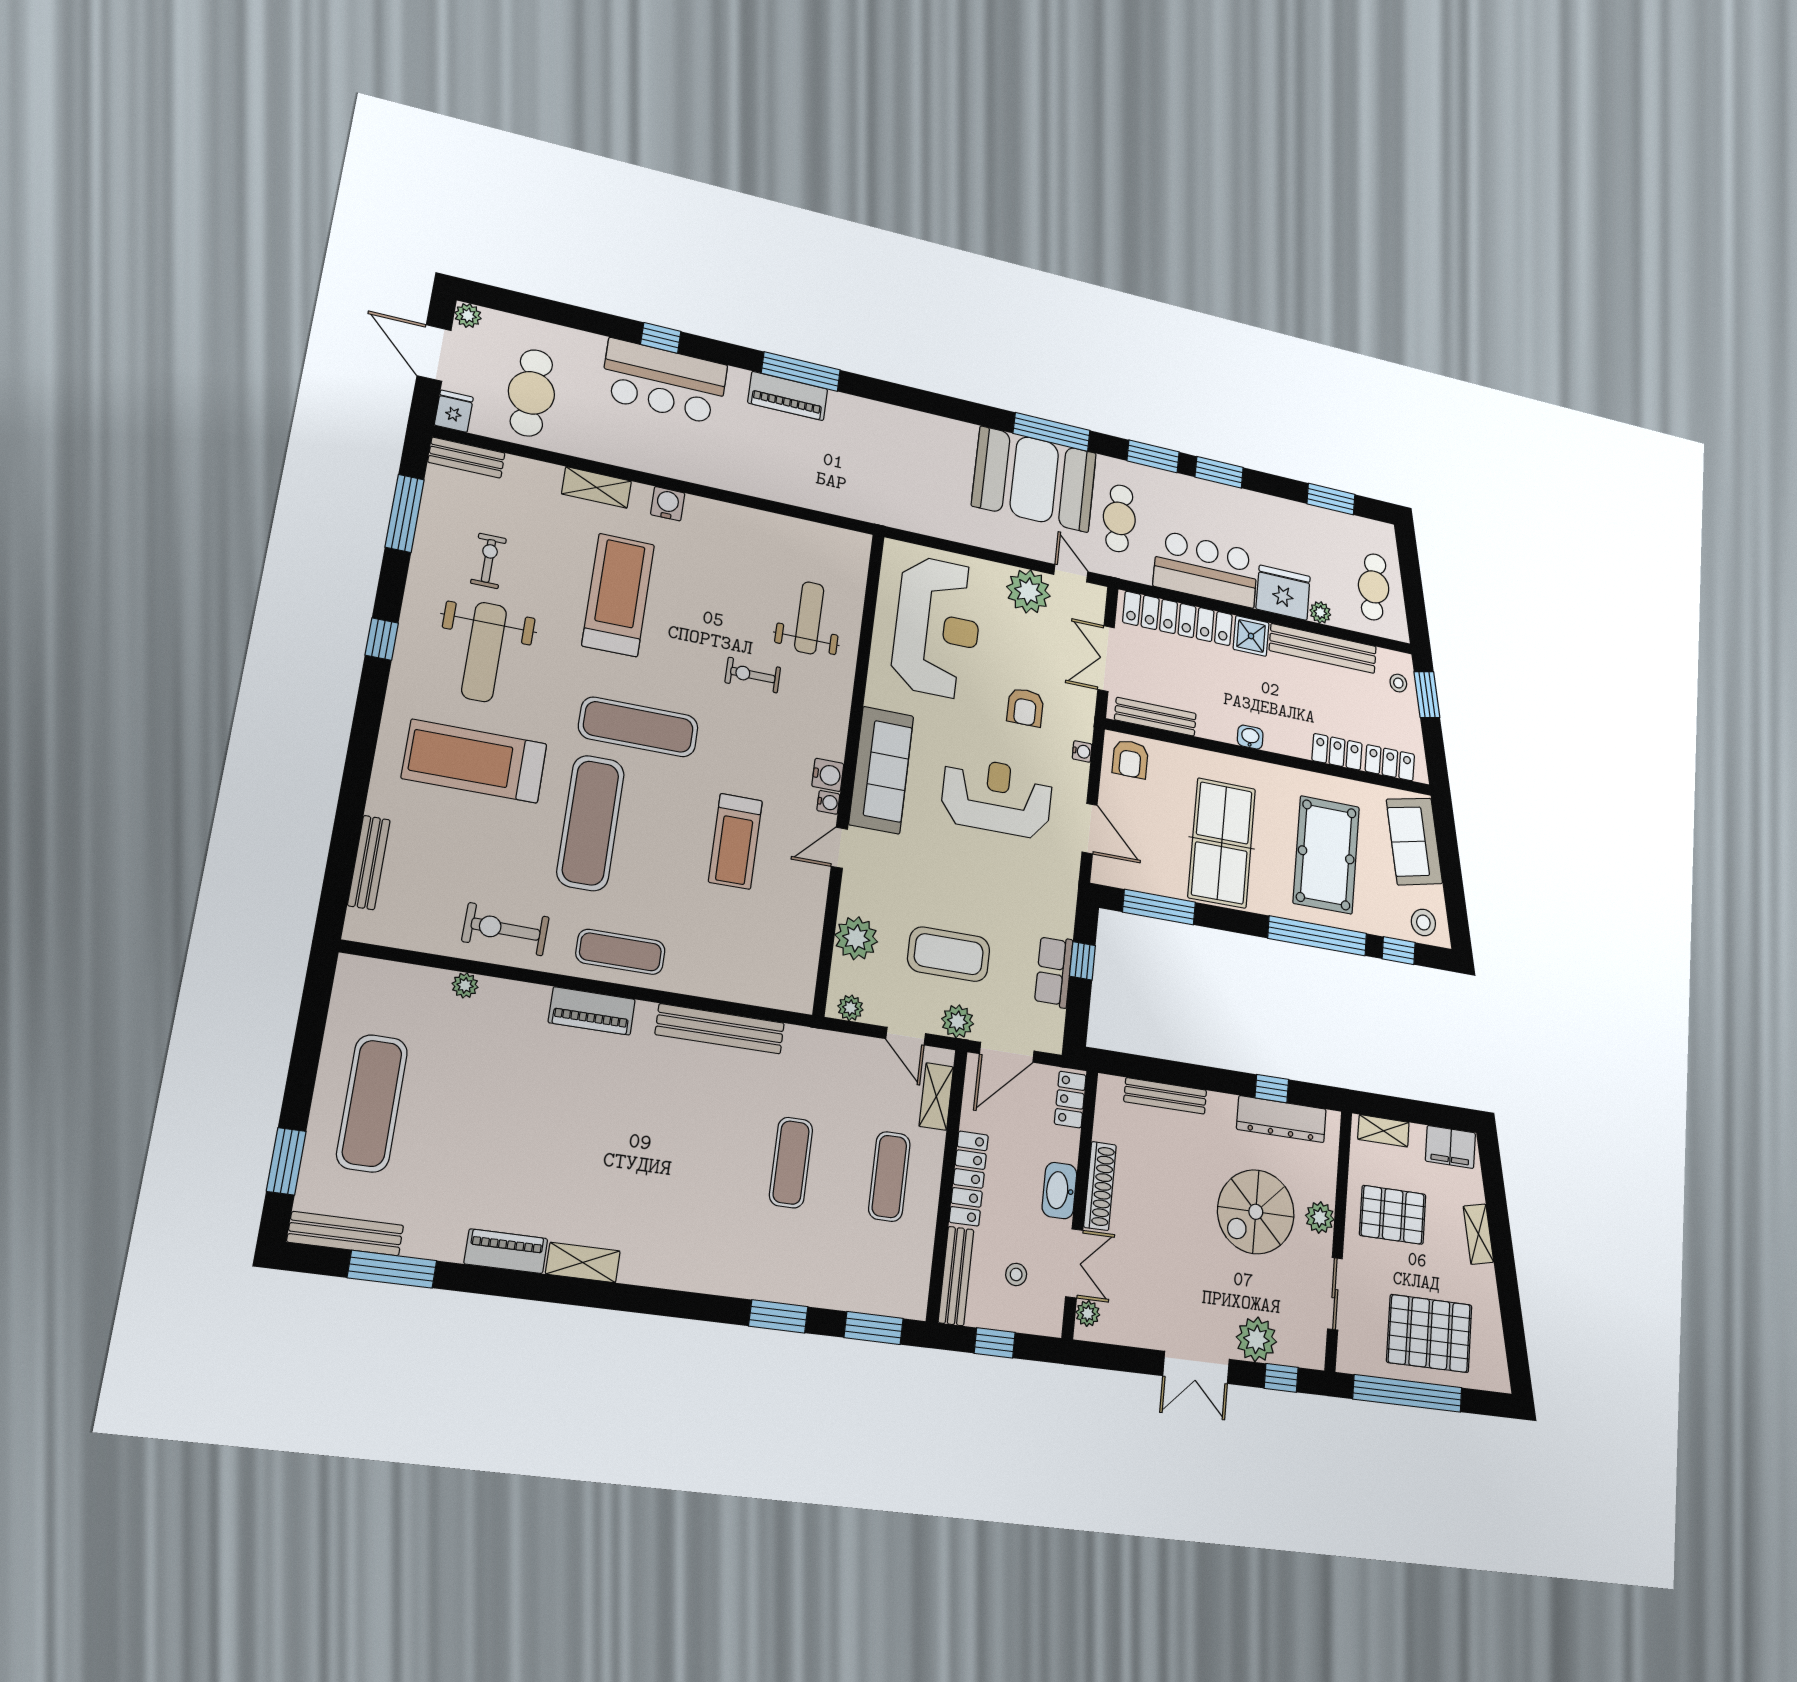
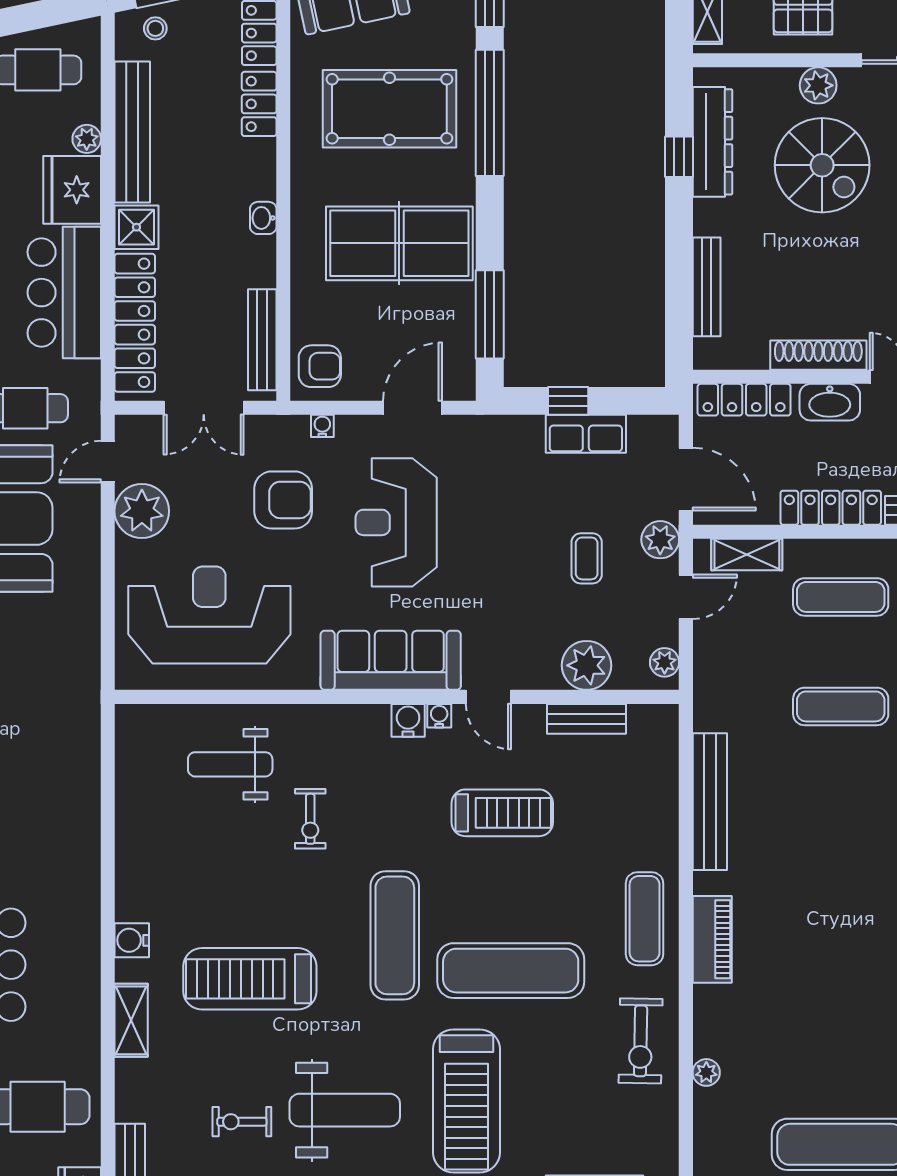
armchair: (1025, 707) -> (283, 500), width x1.38, depth x1.38
bench: (809, 930) -> (587, 719), added
coffee table: (949, 954) -> (587, 558), width x0.54, depth x0.58
locker: (1070, 1100) -> (744, 400), width x1.53

